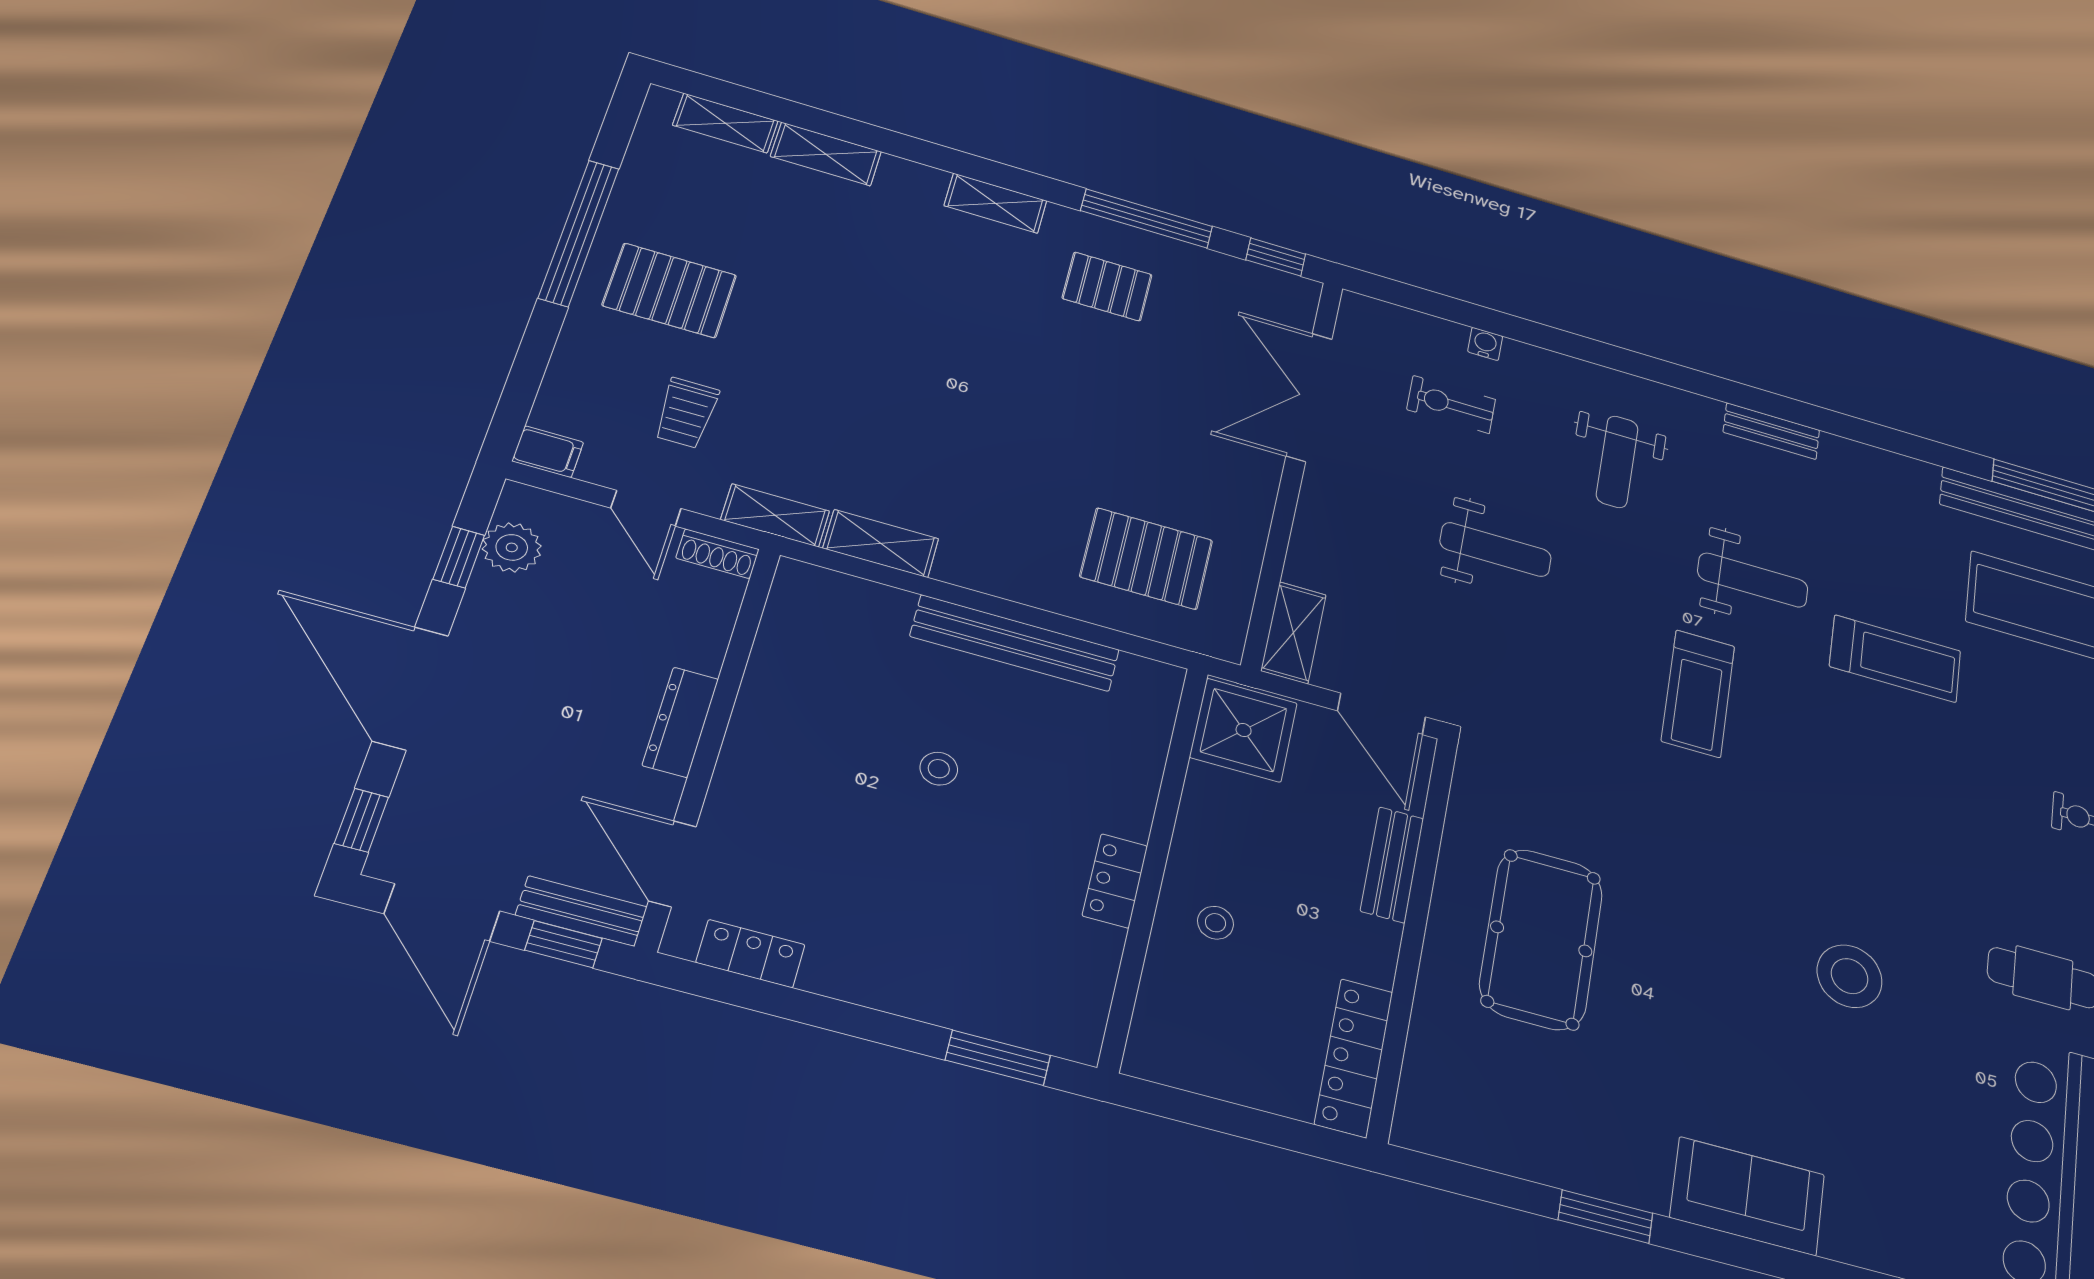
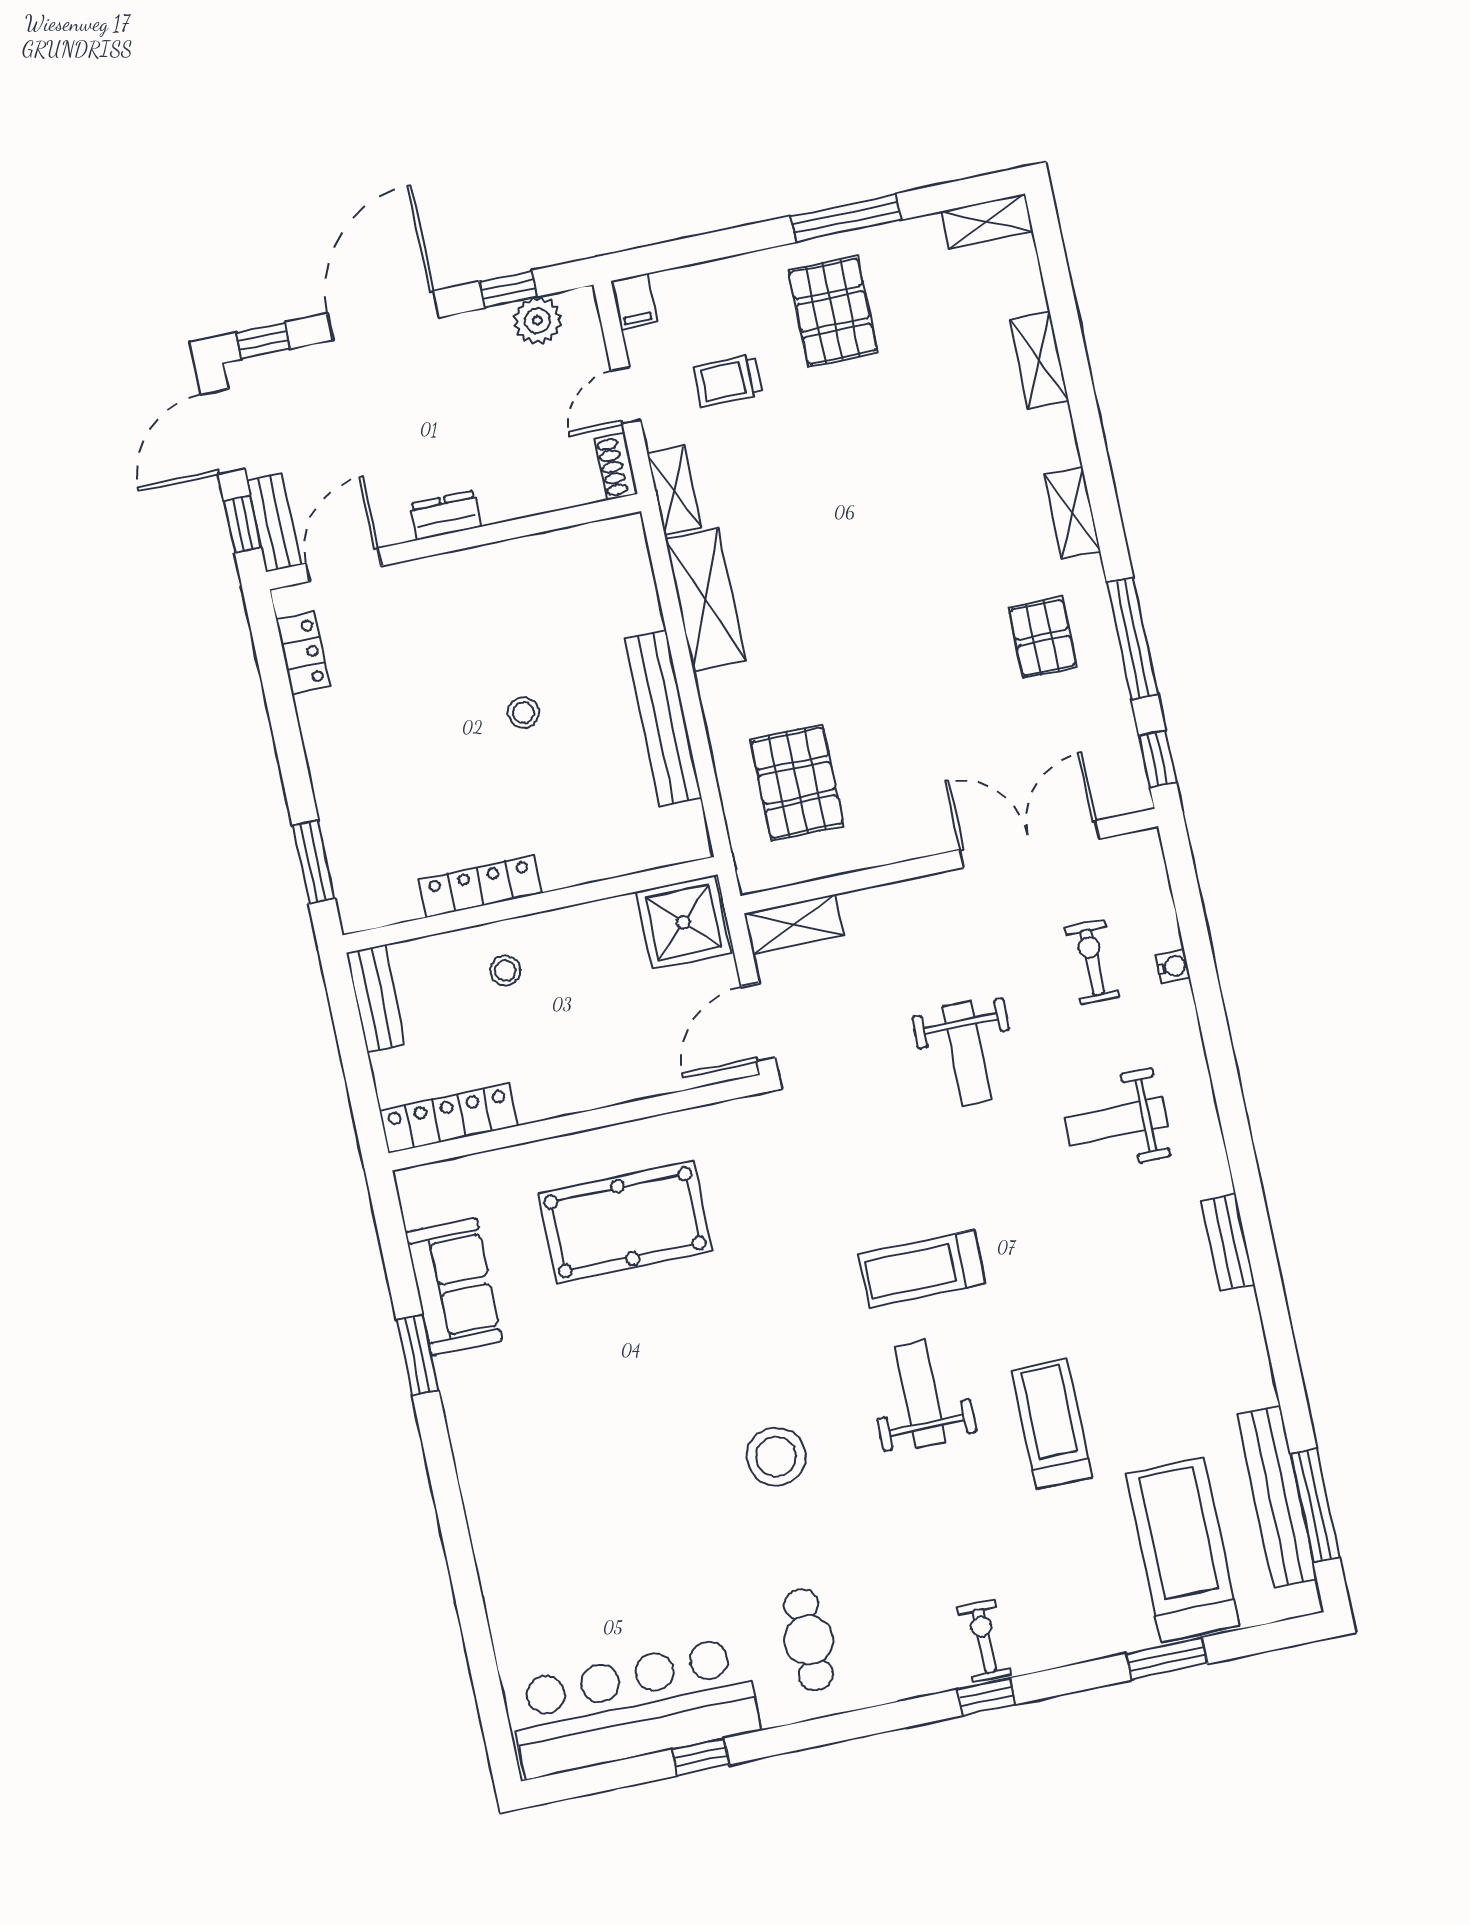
shelving: (725, 123) -> (987, 221), moved, turned 90
window: (579, 233) -> (846, 218), width x0.68
shelving: (881, 543) -> (706, 600), width x1.50, depth x1.33
weight bench: (1753, 580) -> (920, 1395), moved, turned 180
treadmill: (1895, 659) -> (1052, 1424), turned 180
dresser: (680, 722) -> (446, 515), width x0.70
bench: (1392, 865) -> (376, 998), moved, turned 90
locker: (1115, 881) -> (480, 886), width x1.53
stool: (1850, 976) -> (776, 1457), moved
sofa: (1748, 1196) -> (454, 1287), moved

